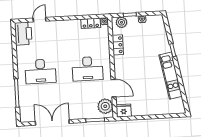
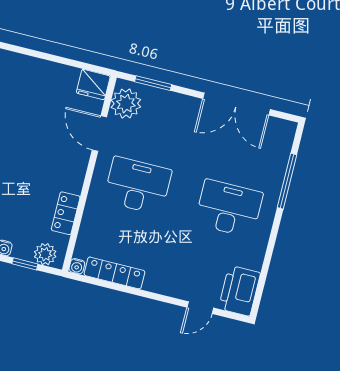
locker: (91, 23) -> (114, 273), width x1.53

